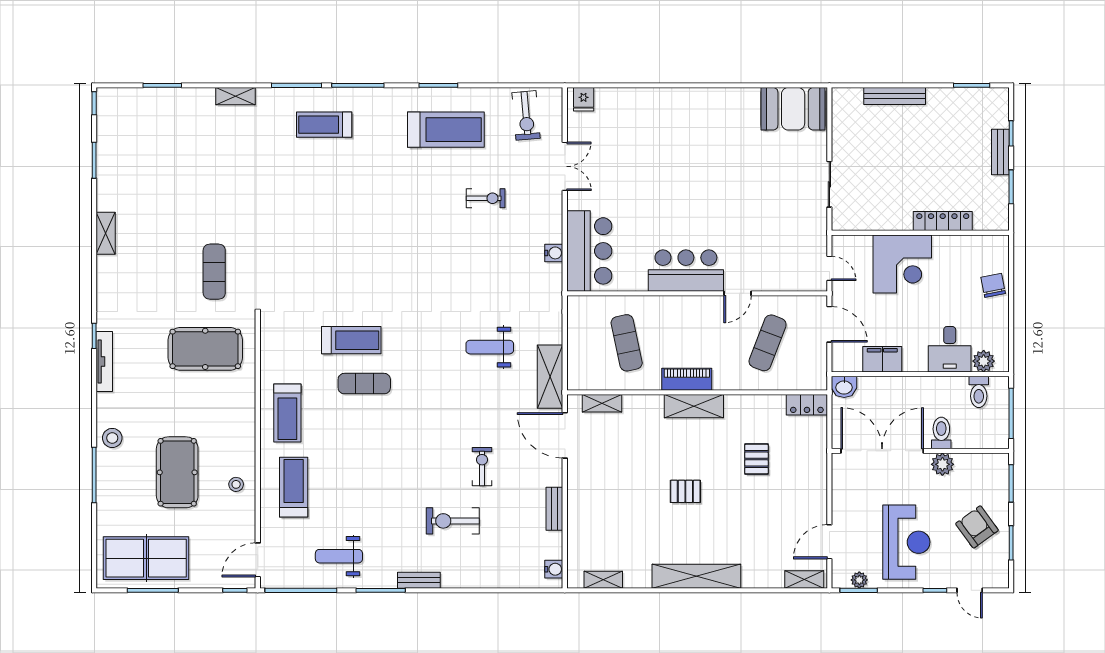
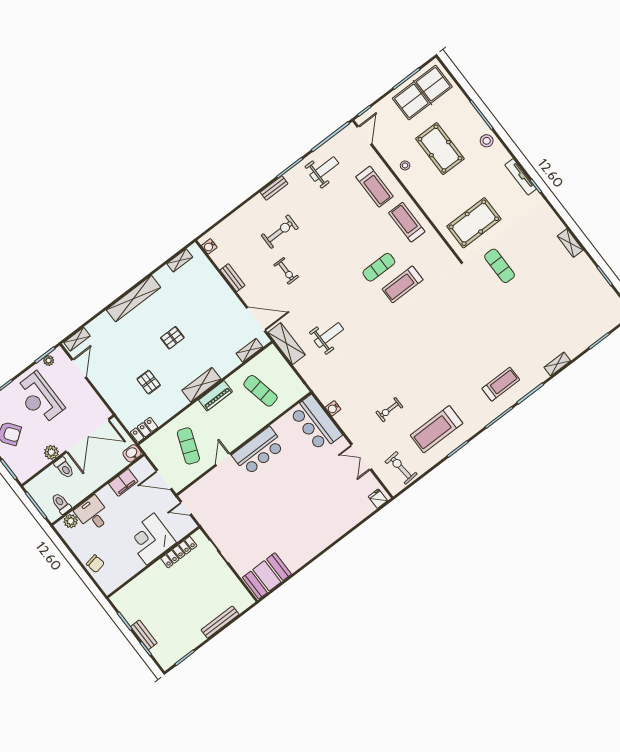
locker: (943, 221) -> (179, 552), moved

